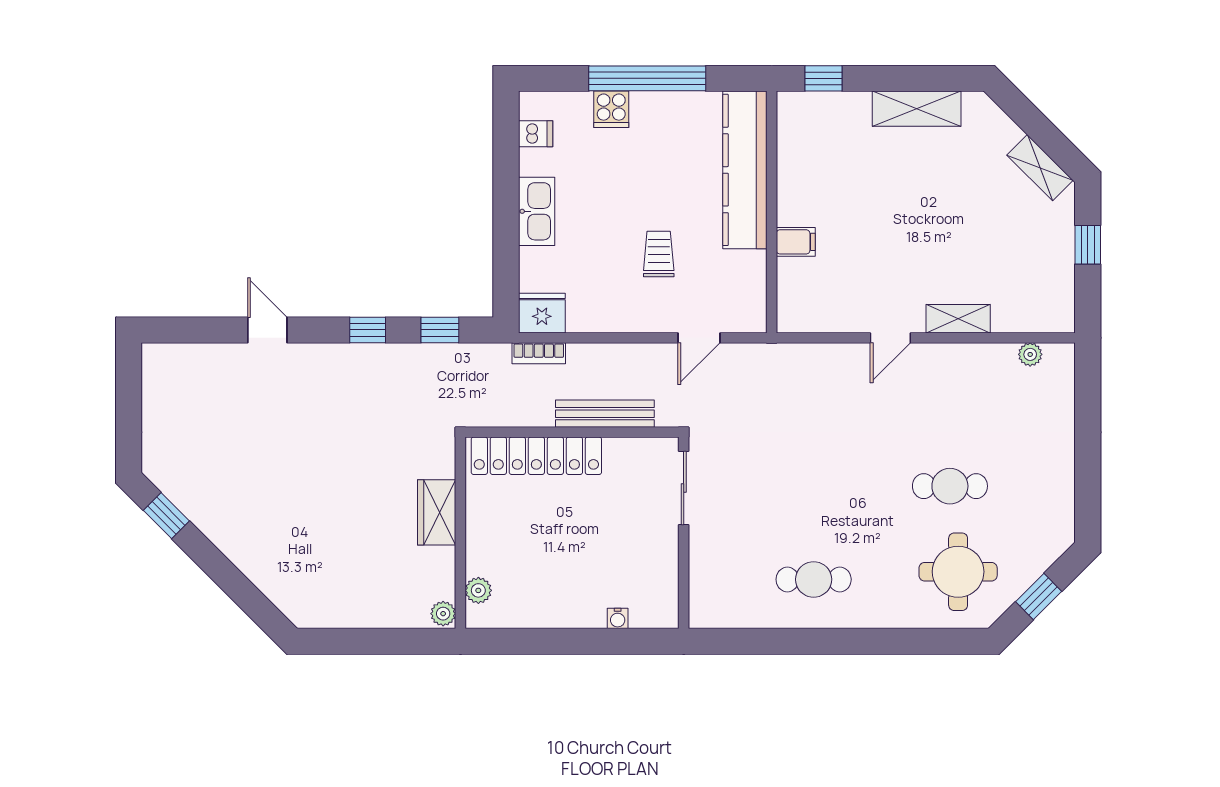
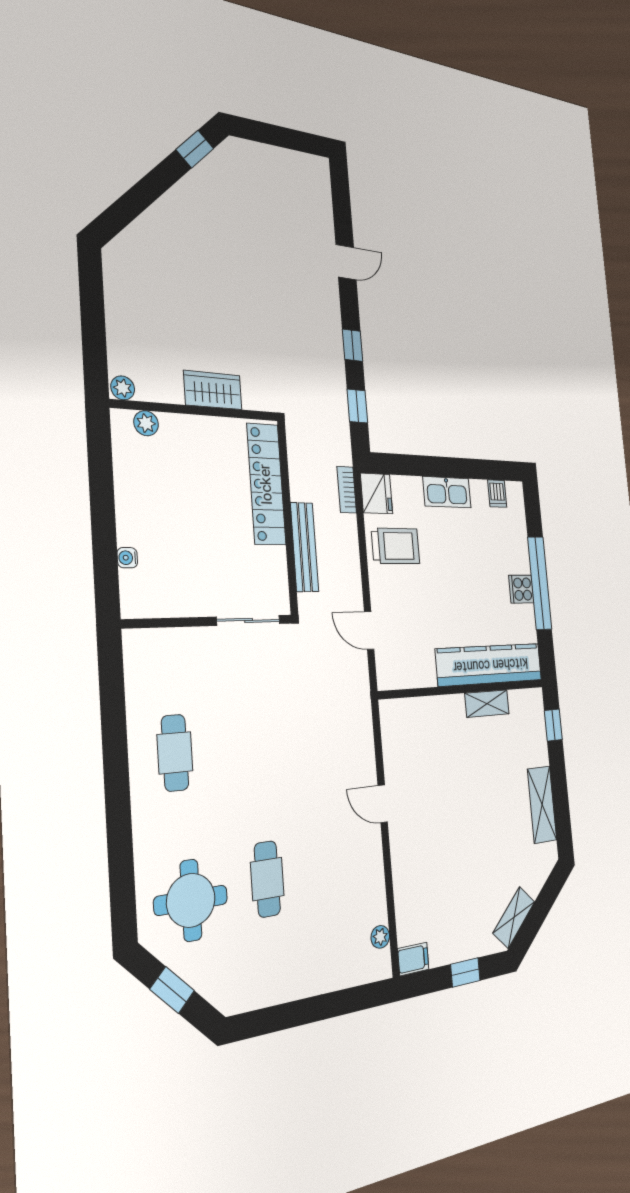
cooker: (611, 109) -> (521, 589), moved
filing cabinet: (796, 242) -> (413, 959), moved, turned -90
trolley: (659, 254) -> (396, 546), moved, width x1.36, depth x1.39
shelving: (958, 319) -> (487, 704), moved, turned 90

